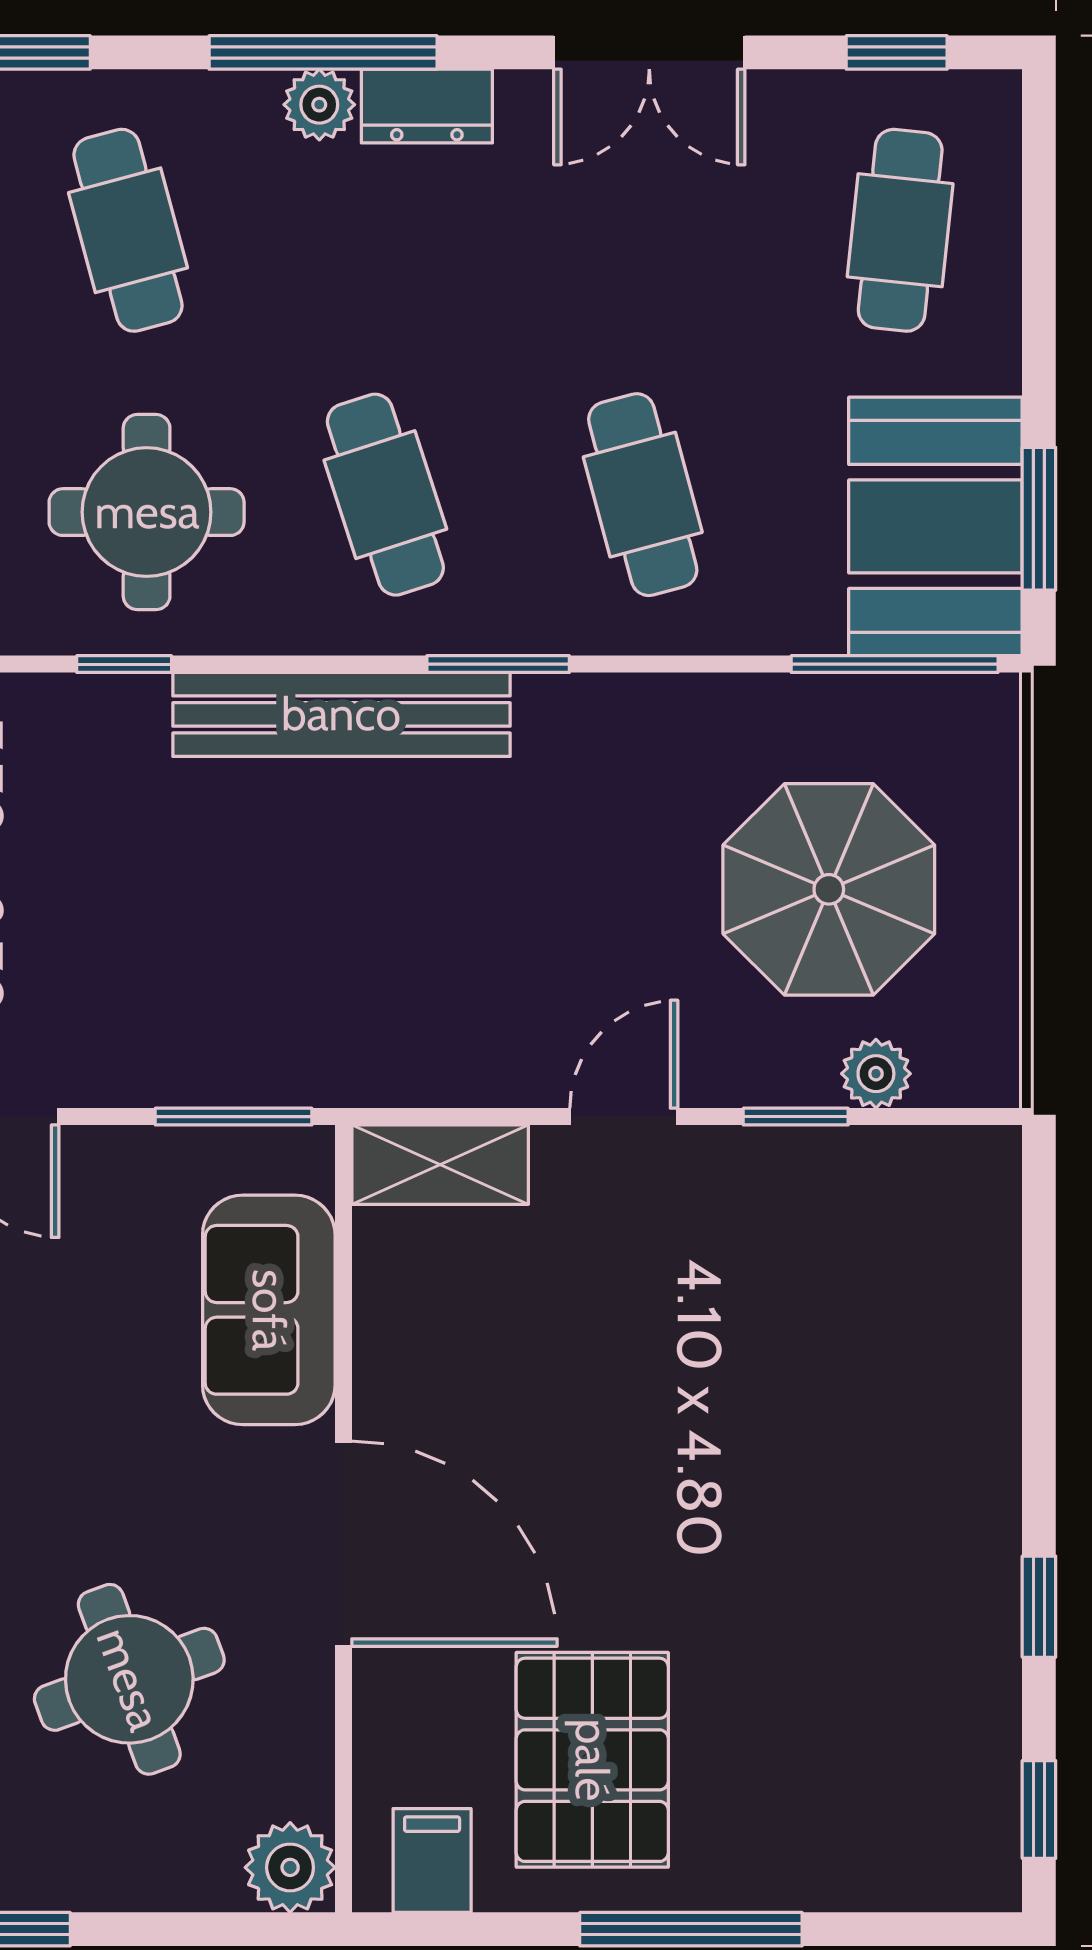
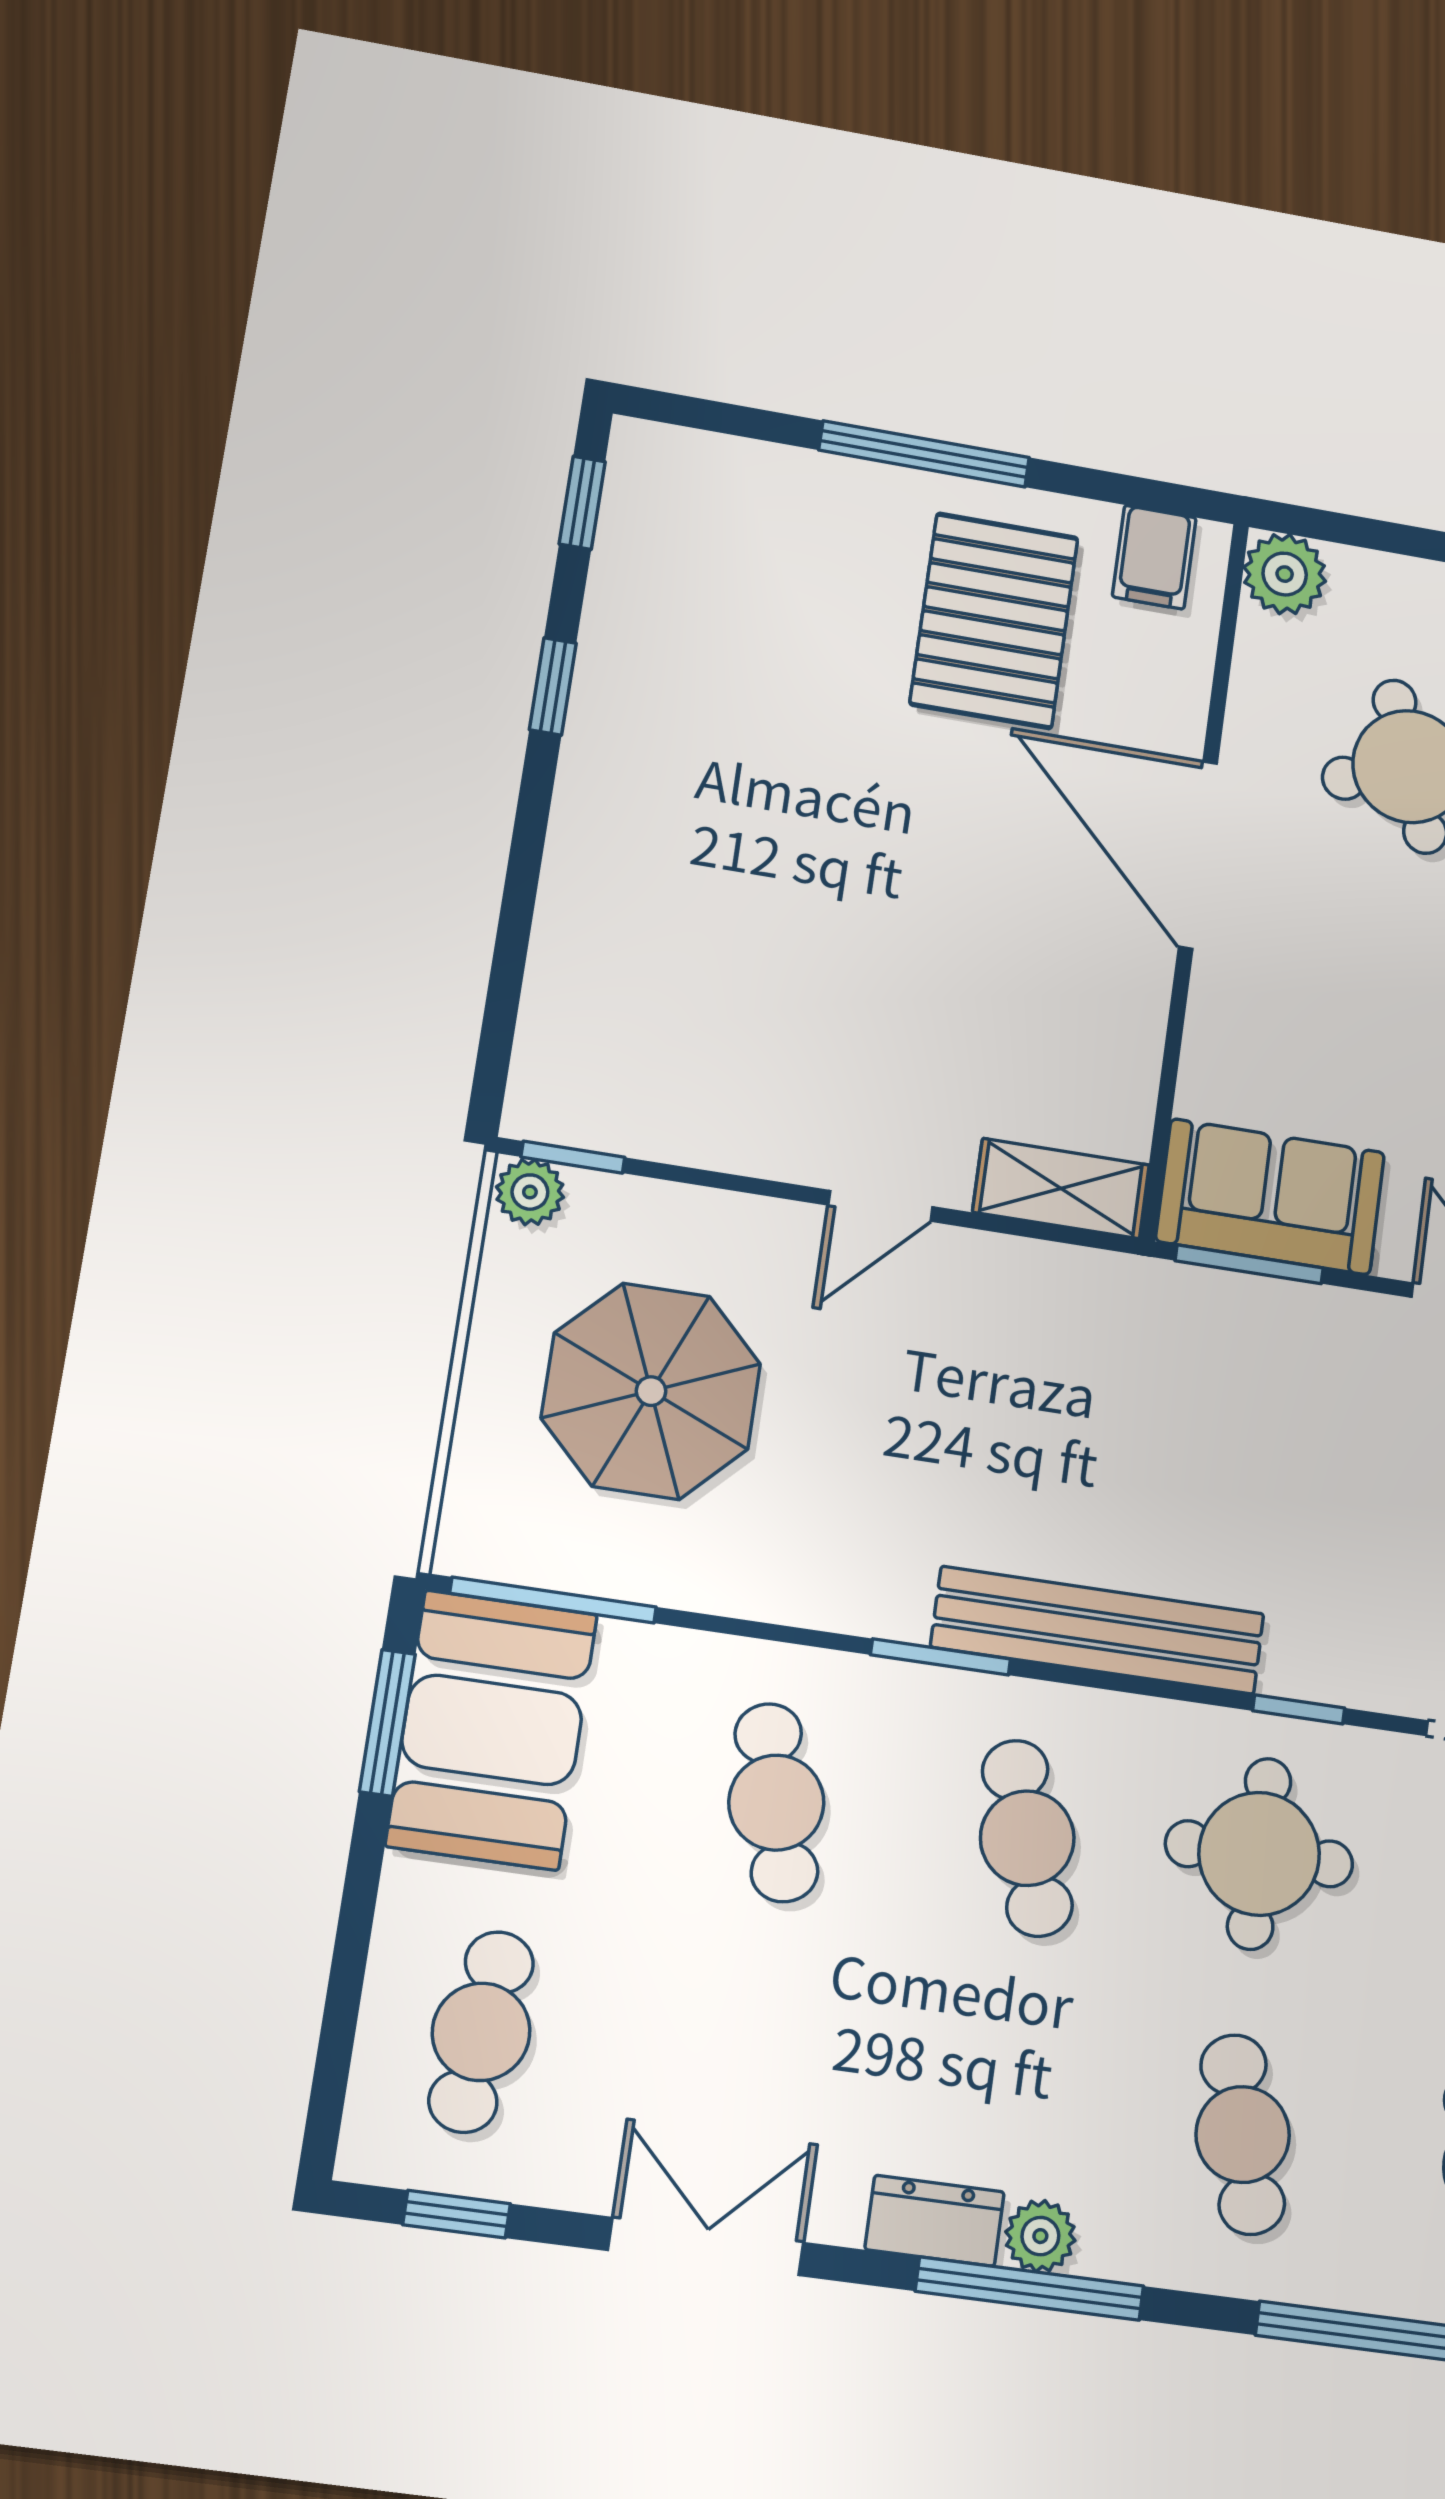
plant: (876, 1074) -> (530, 1192), moved
window: (796, 1117) -> (573, 1157), moved
sofa: (269, 1310) -> (1270, 1197), moved, turned -90

